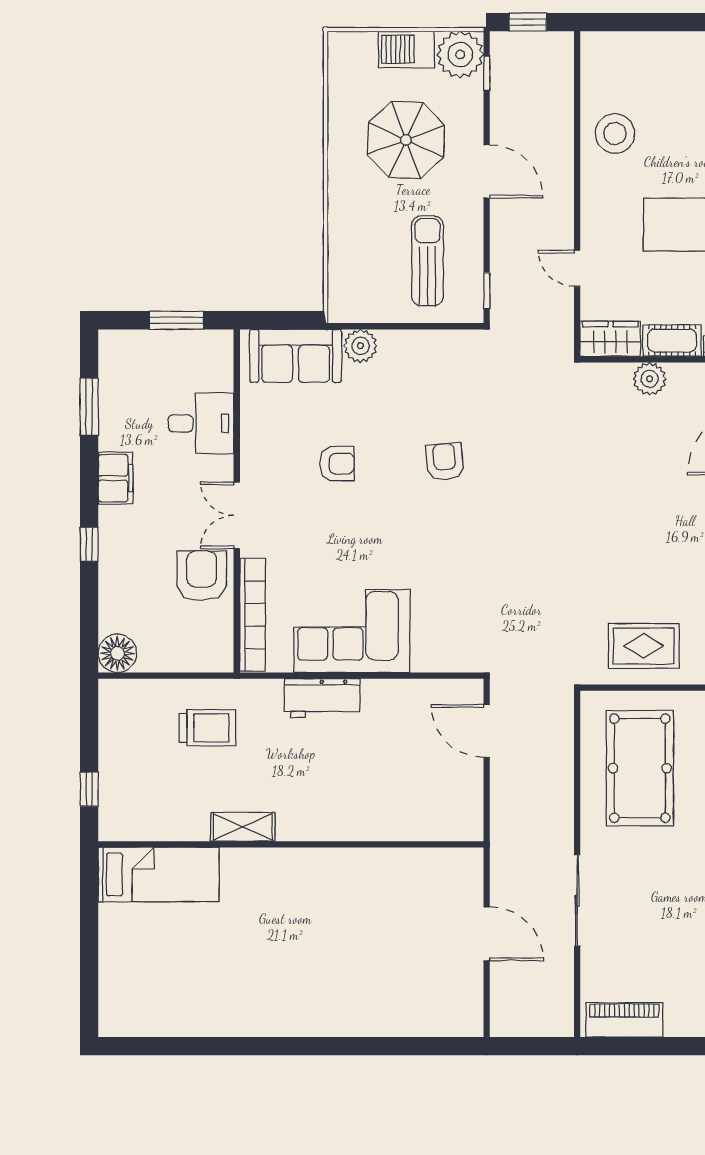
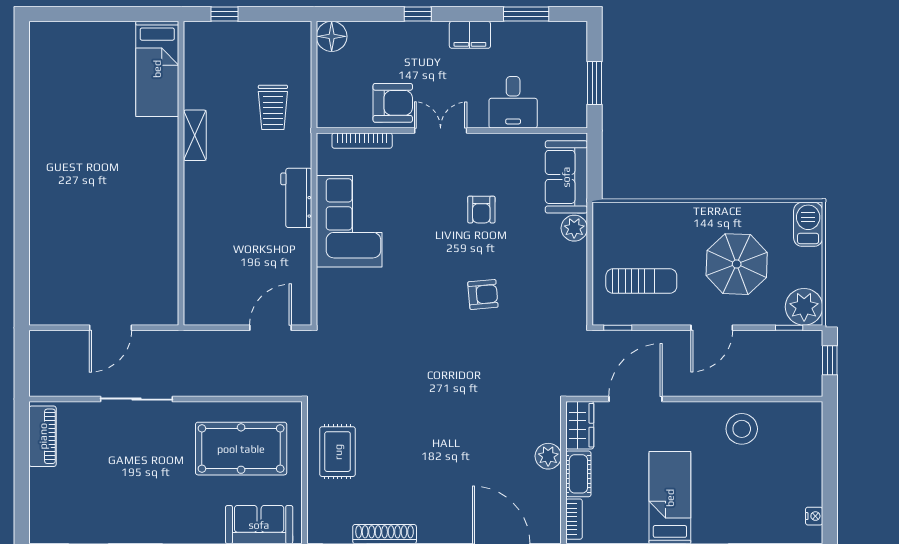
barbecue: (406, 49) -> (808, 224), moved
door: (577, 268) -> (635, 399), width x1.88
bookcase: (253, 615) -> (362, 141), width x0.68, depth x0.76

